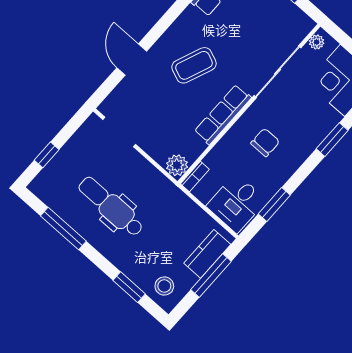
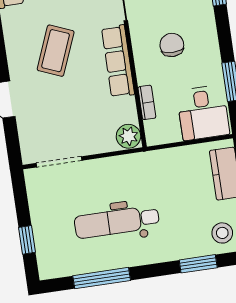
bookcase: (195, 177) -> (147, 102), moved

